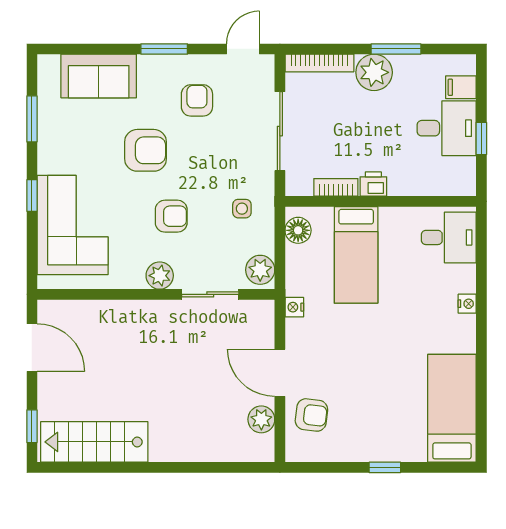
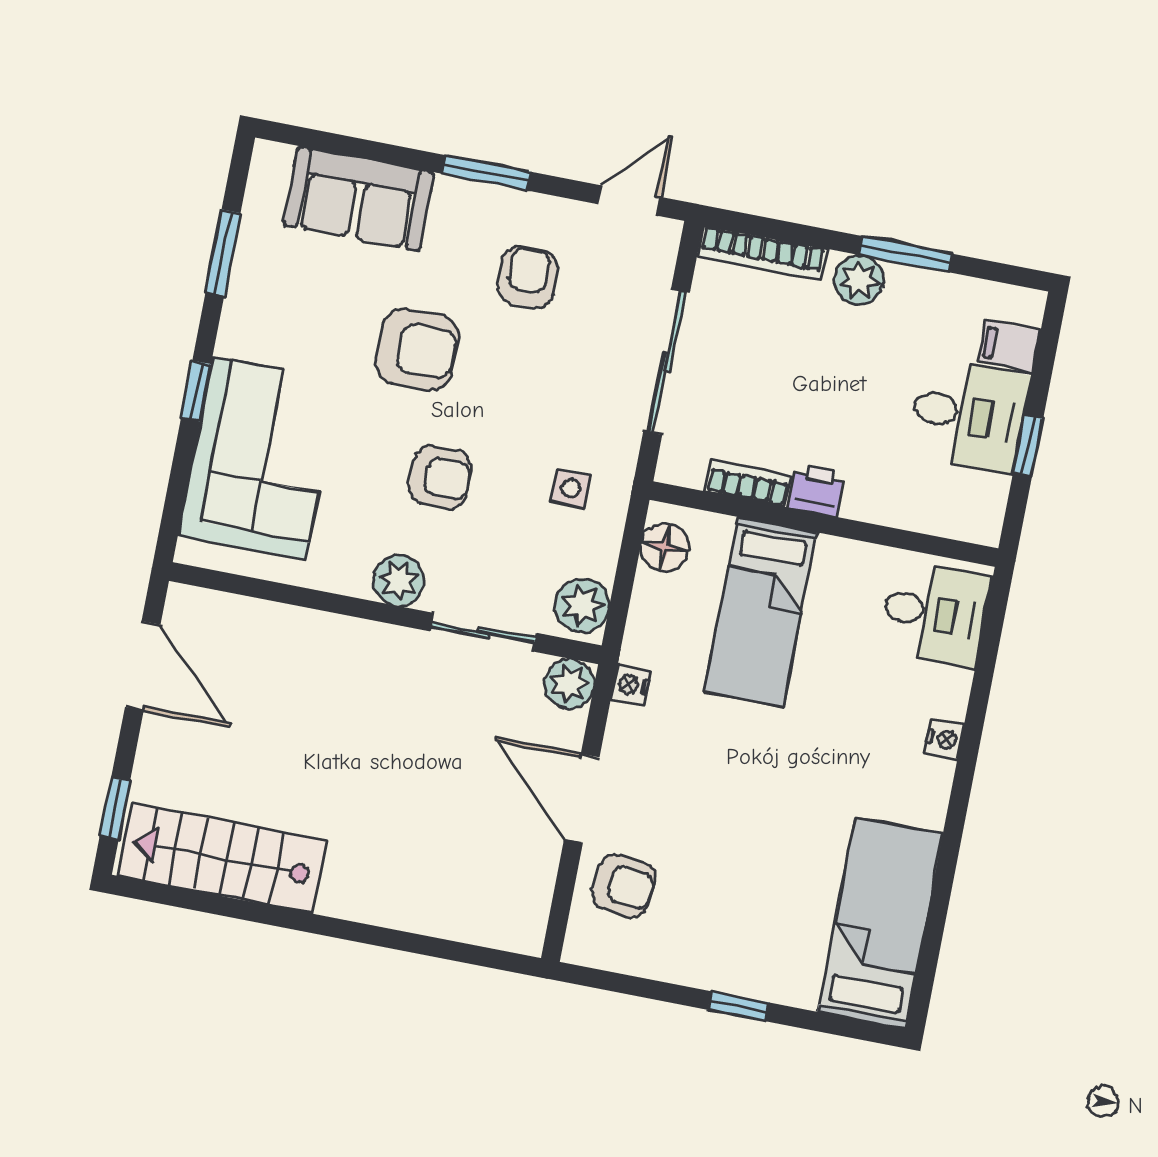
plant: (374, 72) -> (859, 280), width x0.73, depth x0.73
plant: (261, 419) -> (569, 684), moved

